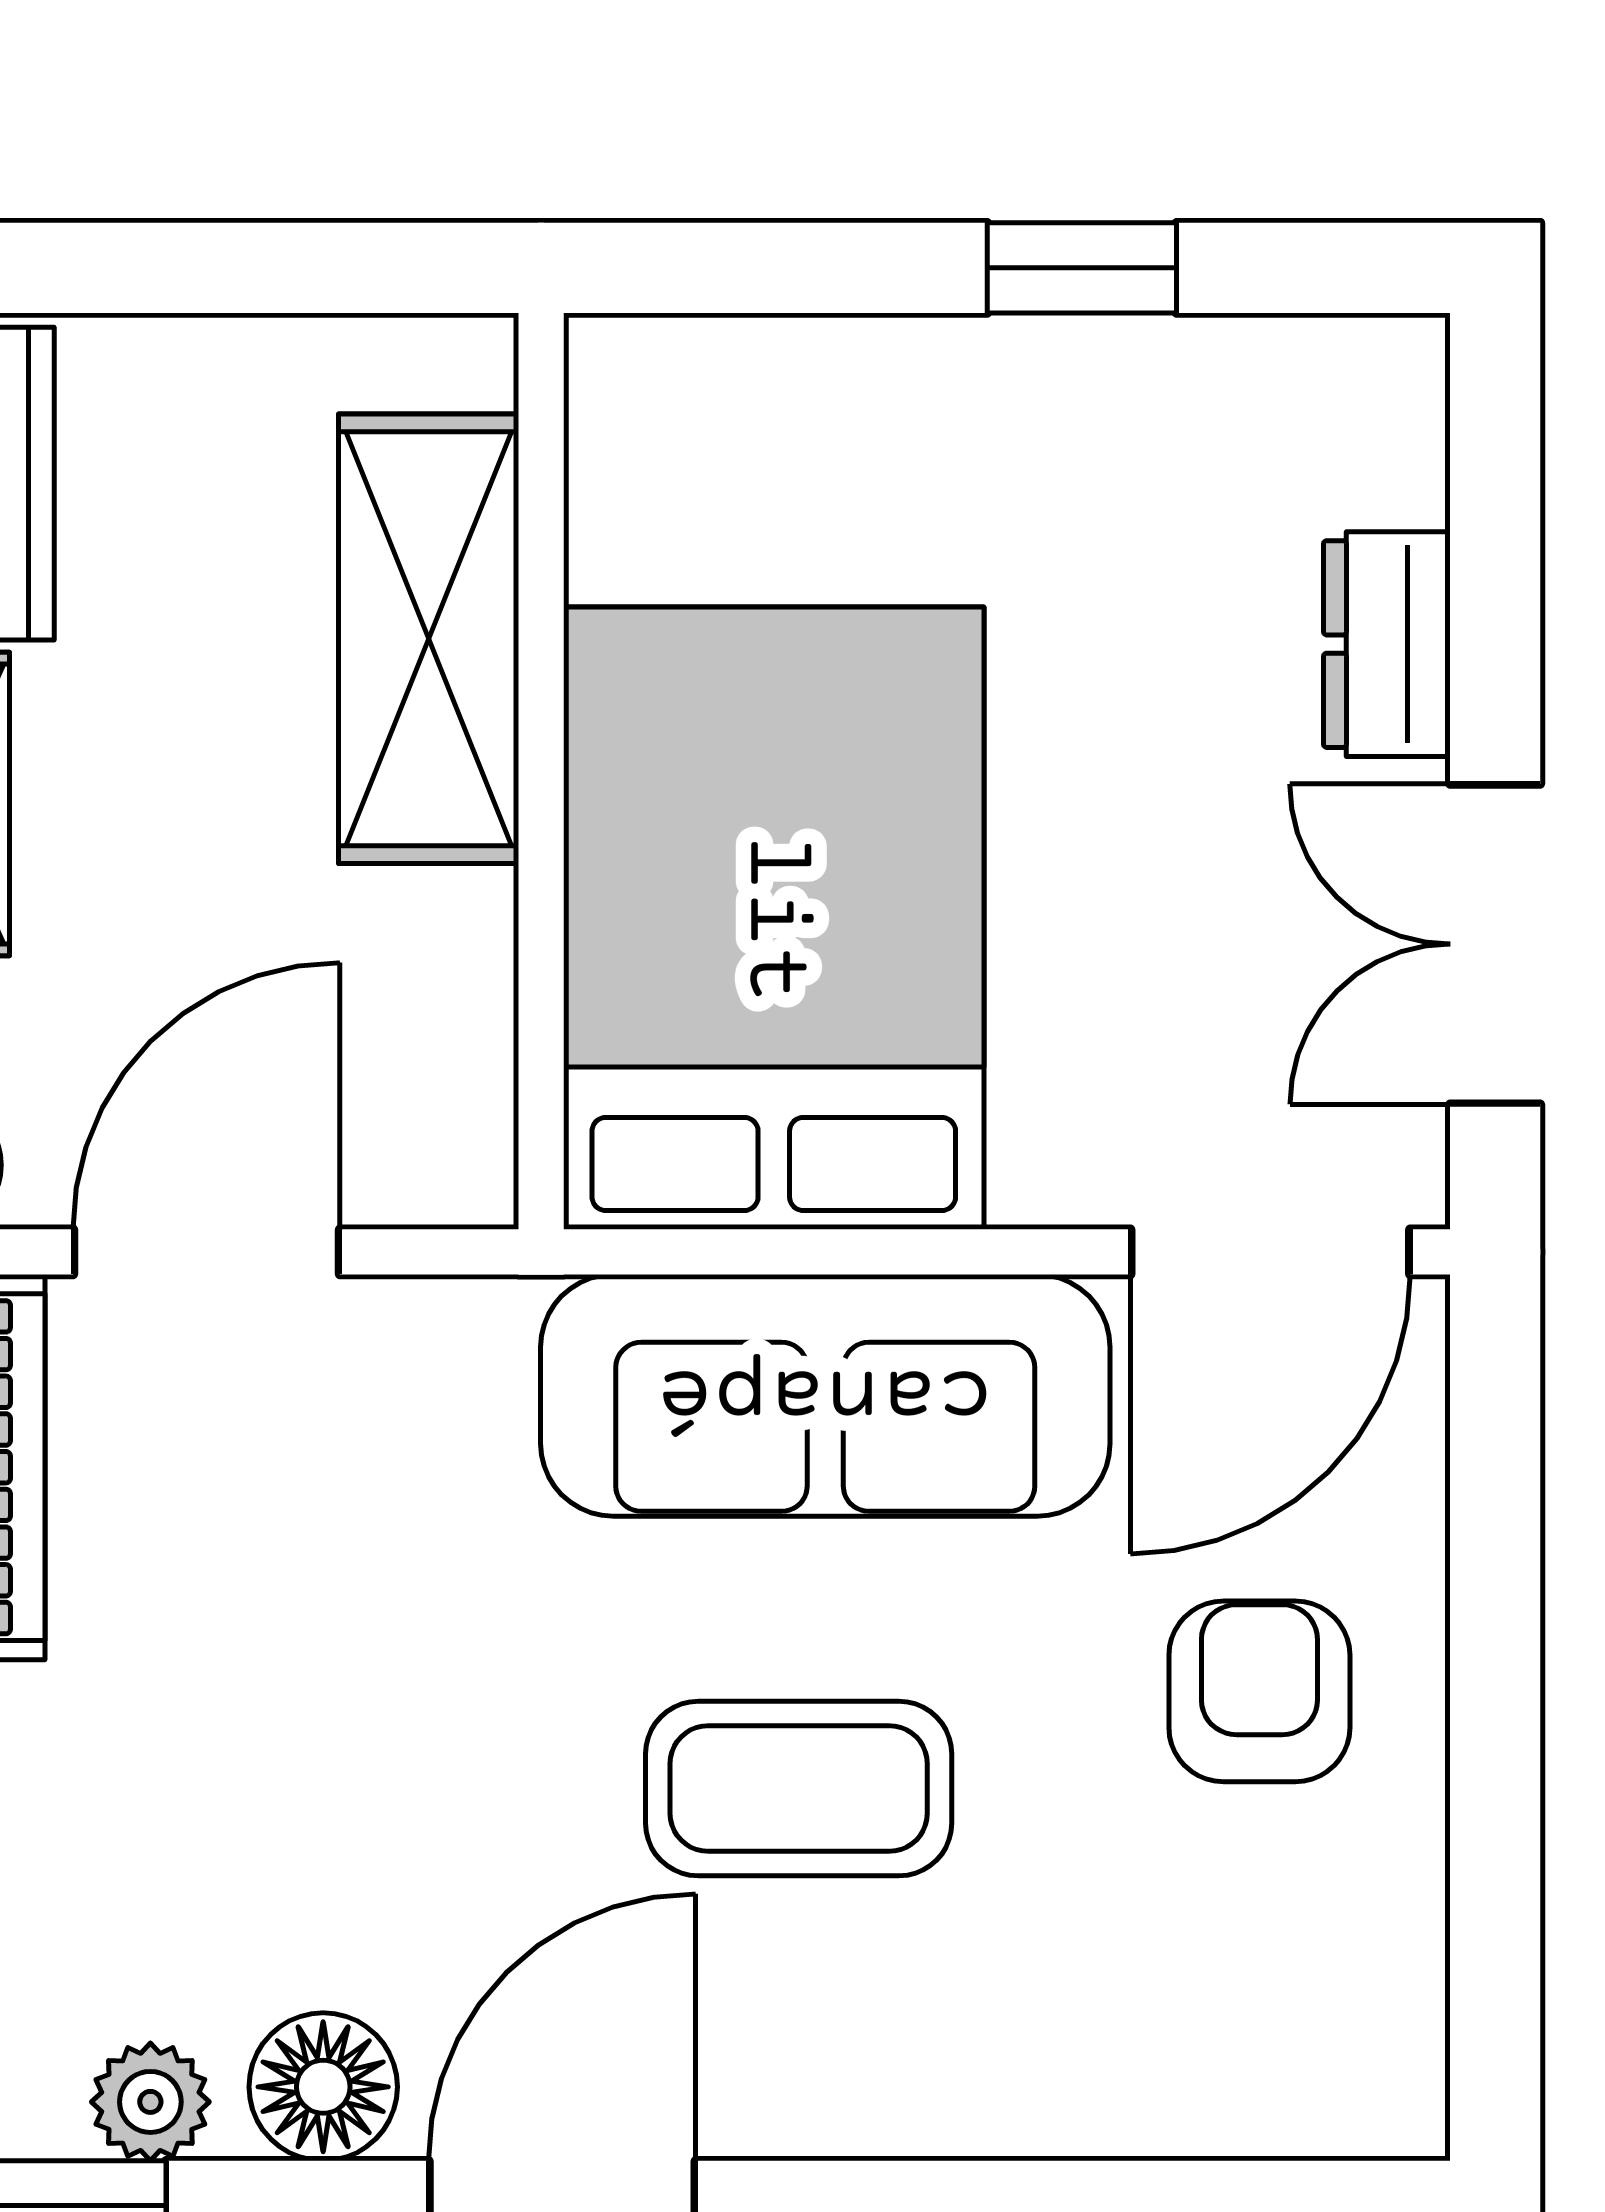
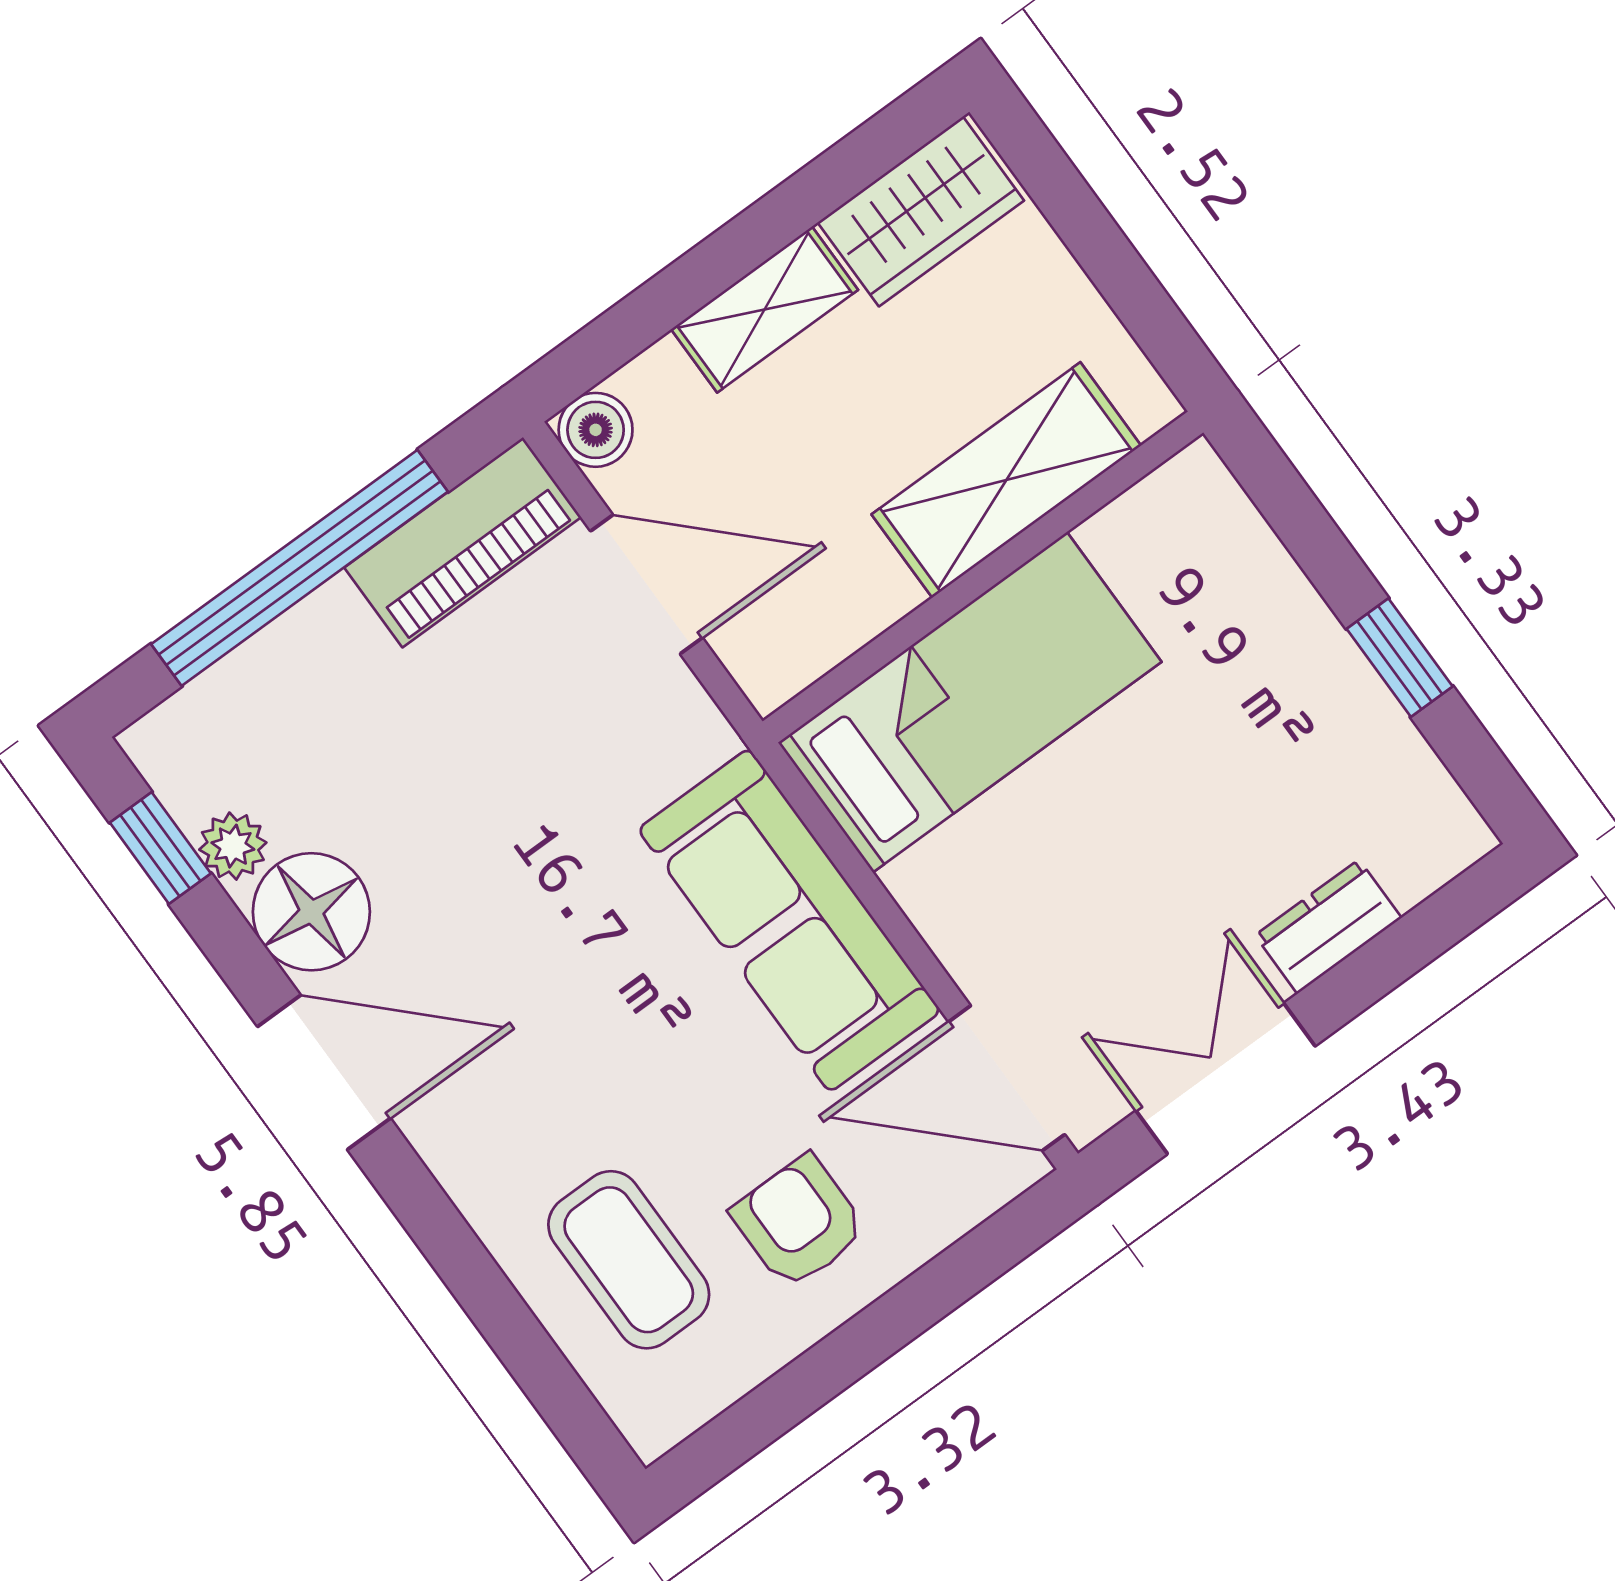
bed: (774, 918) -> (970, 702), width x0.67
armchair: (1259, 1691) -> (799, 1222), turned -90
coffee table: (799, 1789) -> (629, 1260), moved
floor lamp: (323, 2087) -> (311, 912), width x1.38, depth x1.38

